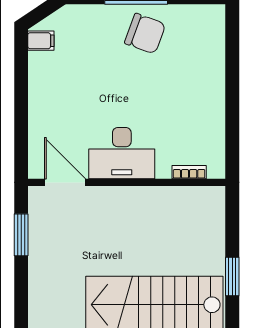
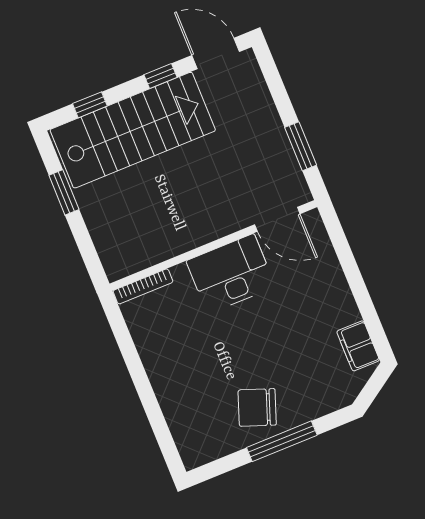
filing cabinet: (41, 41) -> (358, 346), width x2.00
bookcase: (189, 172) -> (143, 286), width x1.56

